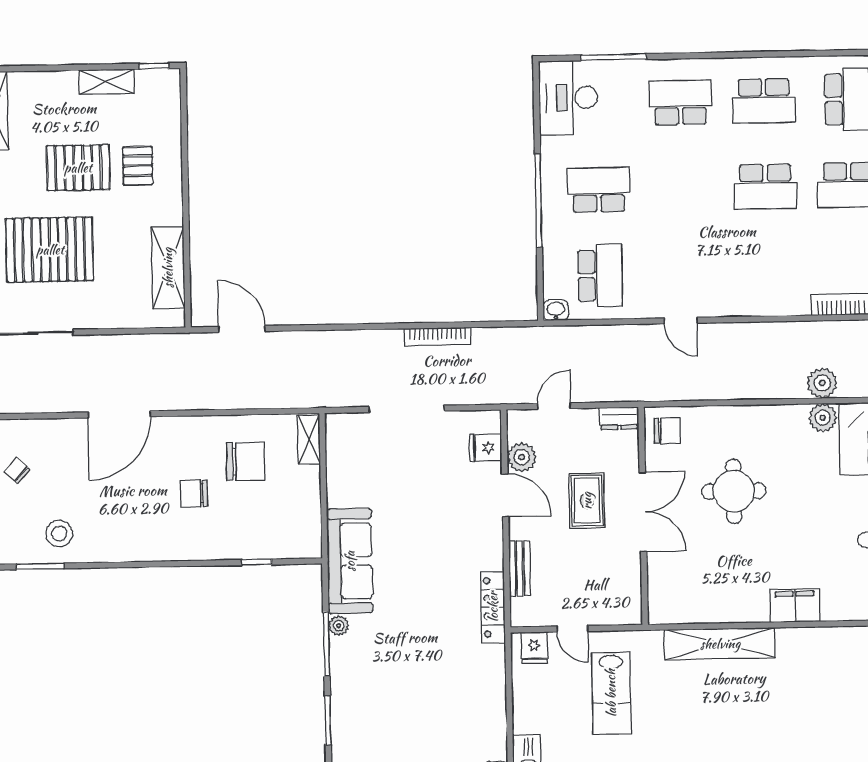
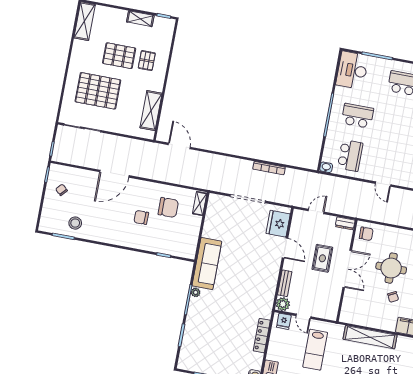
fridge: (486, 448) -> (278, 224), width x1.88, depth x1.34
plant: (522, 457) -> (283, 304), moved
chair: (750, 550) -> (393, 297), added
locker: (493, 607) -> (262, 336), moved

